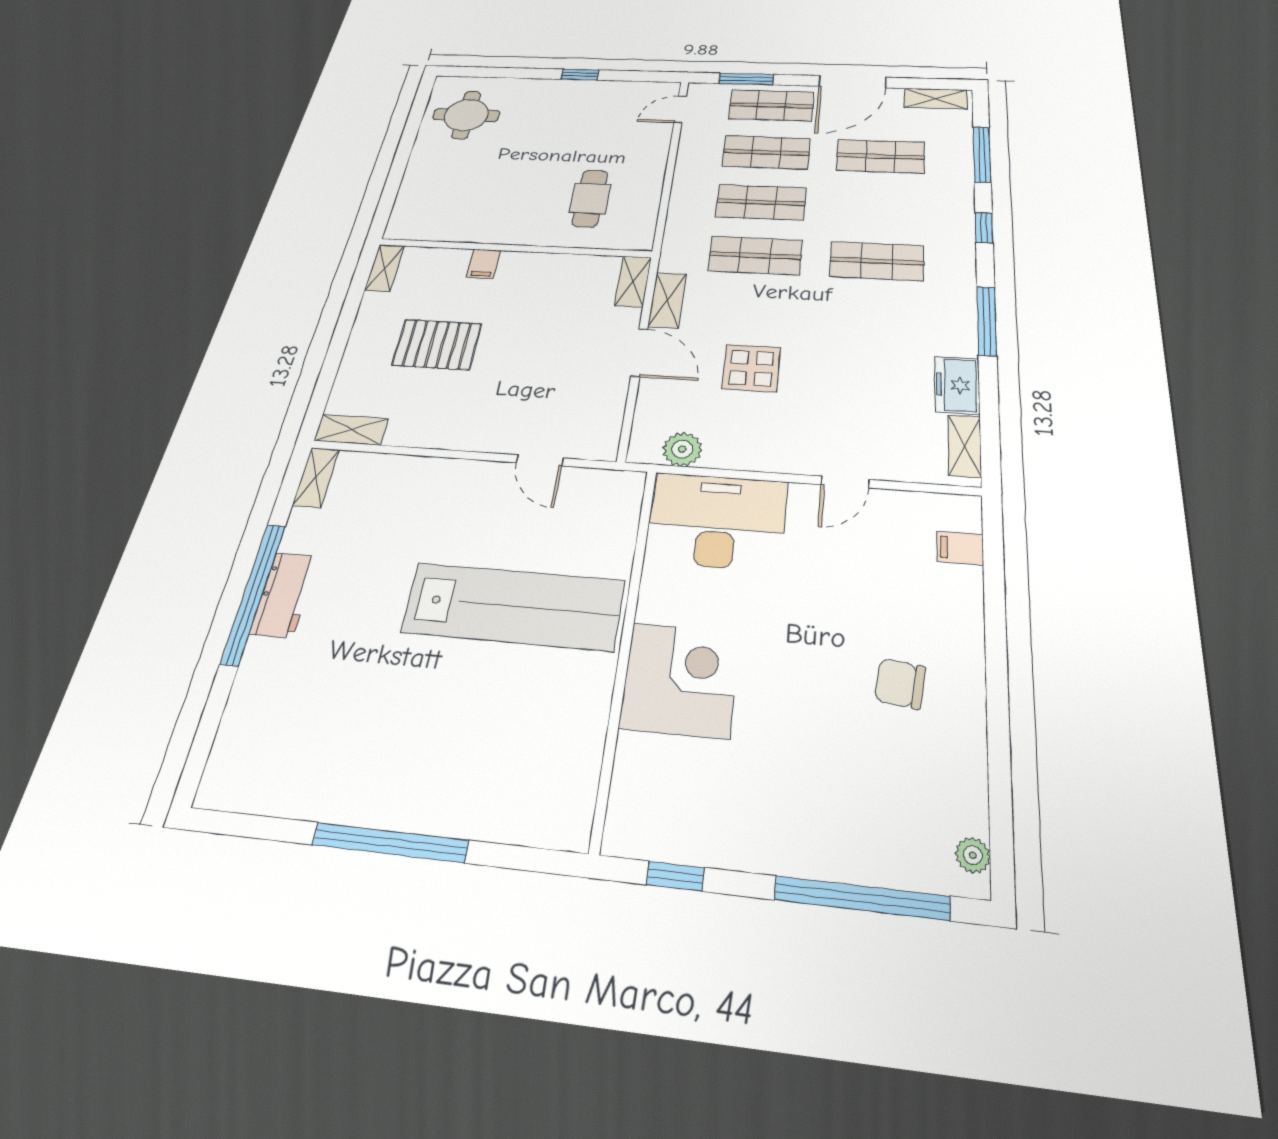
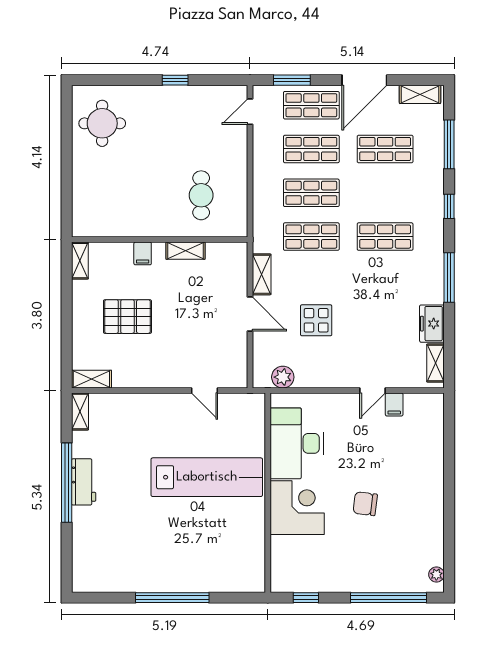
shelving: (633, 281) -> (186, 251), moved, turned 90
desk: (717, 521) -> (297, 443), moved, turned -90
filing cabinet: (960, 548) -> (394, 404), moved, turned -90
chair: (900, 684) -> (365, 504), moved

